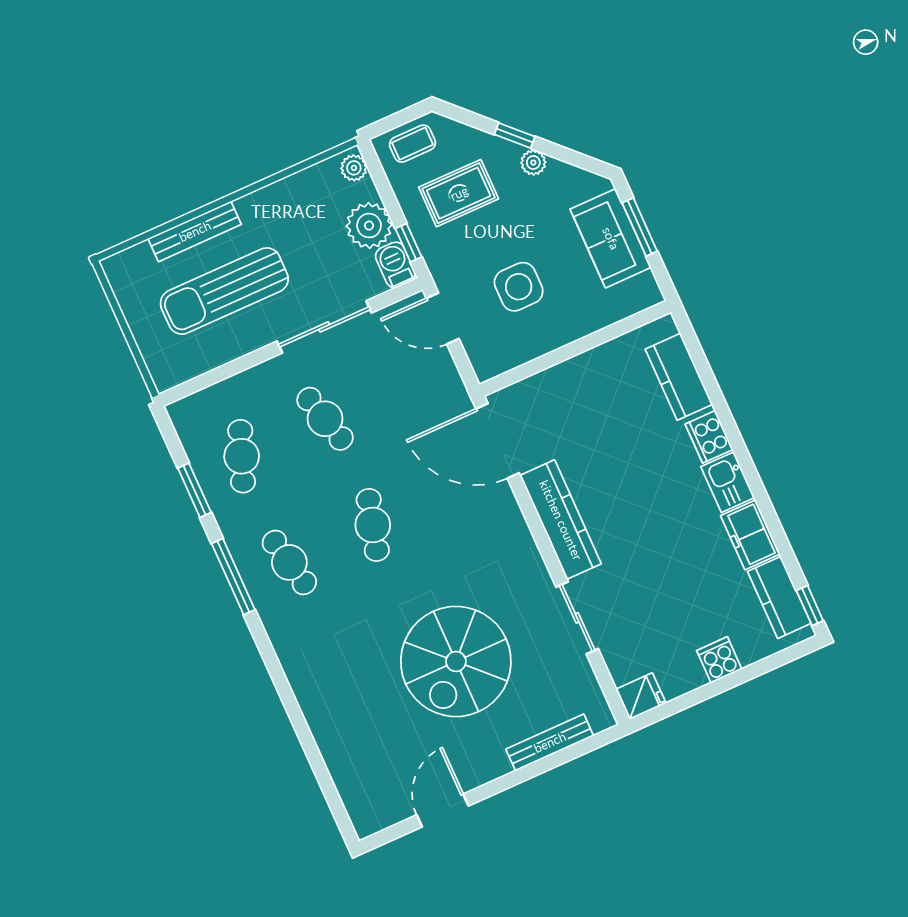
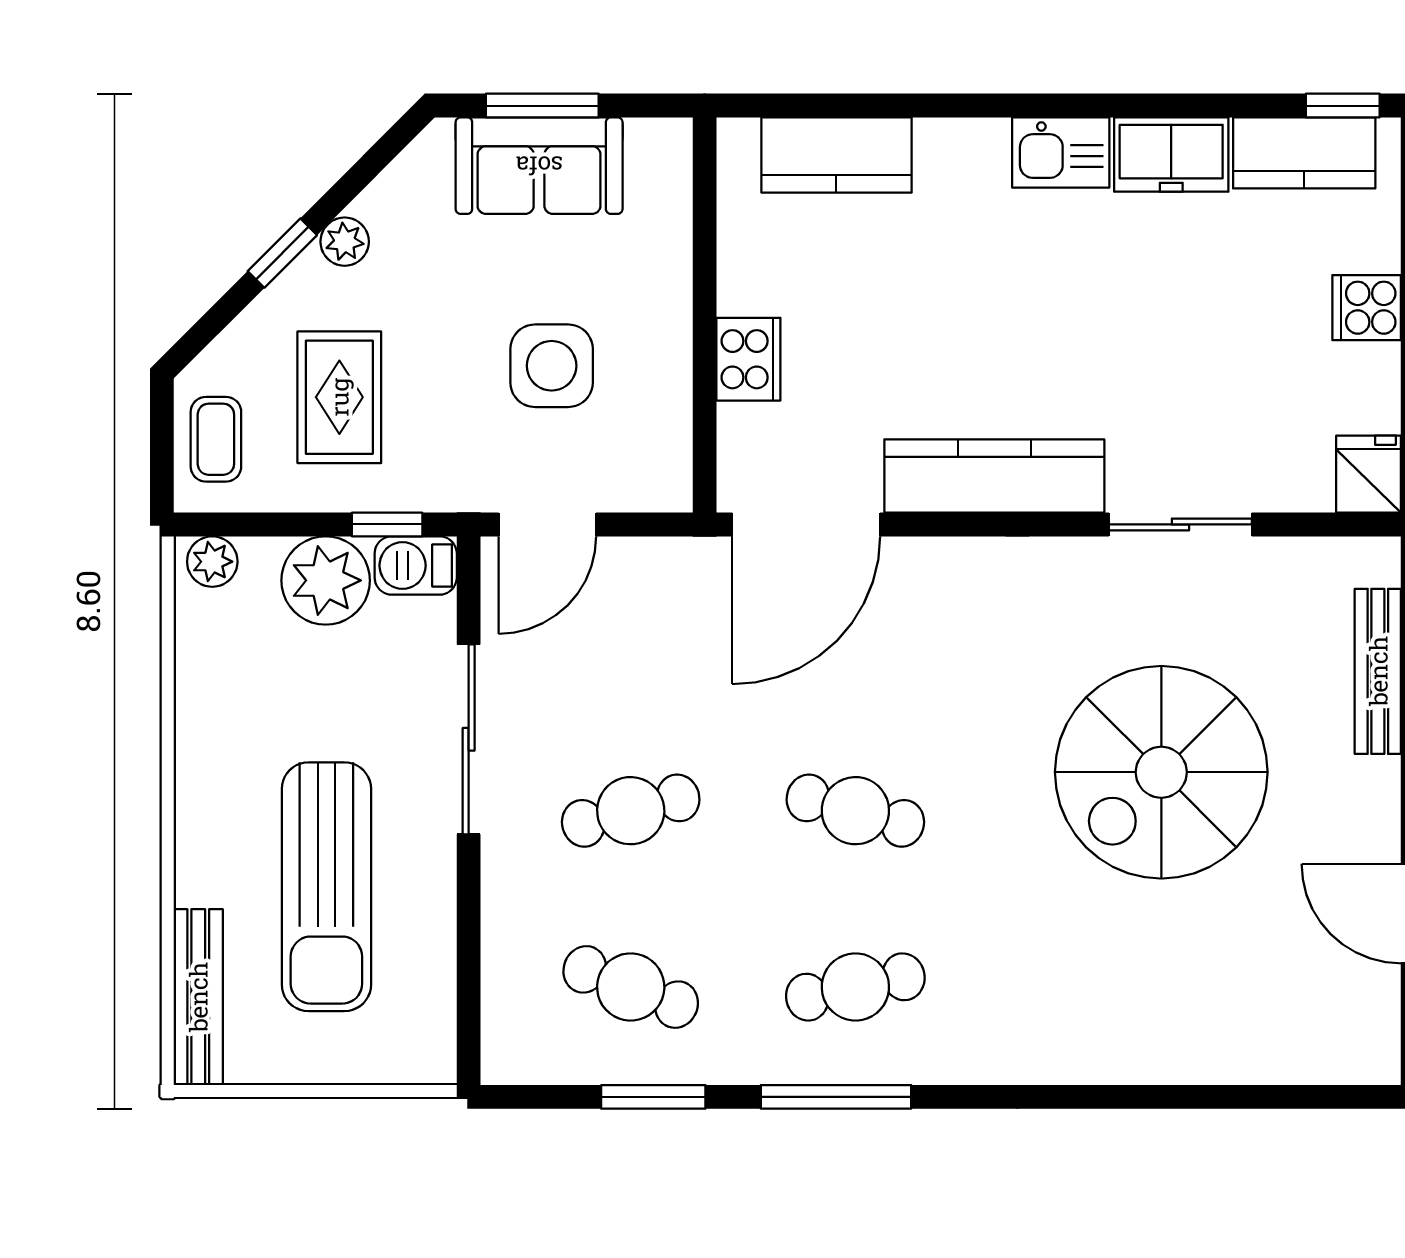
bench: (195, 231) -> (198, 997), moved
cooker: (709, 437) -> (748, 359), moved, turned -90
spiral stairs: (456, 661) -> (1161, 772), turned 90

